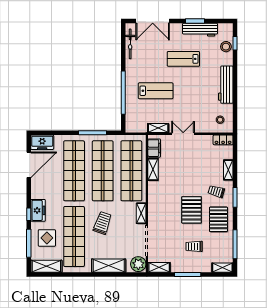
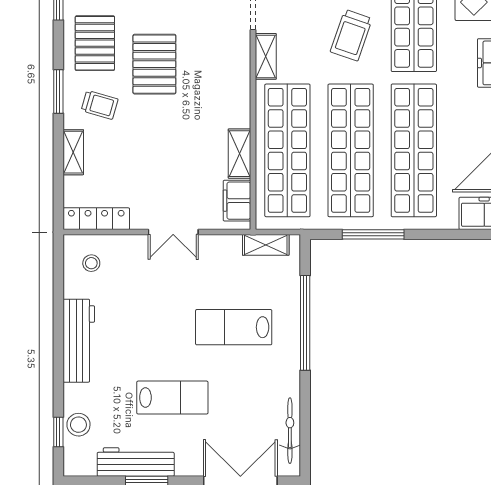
shelving: (158, 128) -> (266, 245), moved
locker: (223, 140) -> (96, 219), width x1.53

